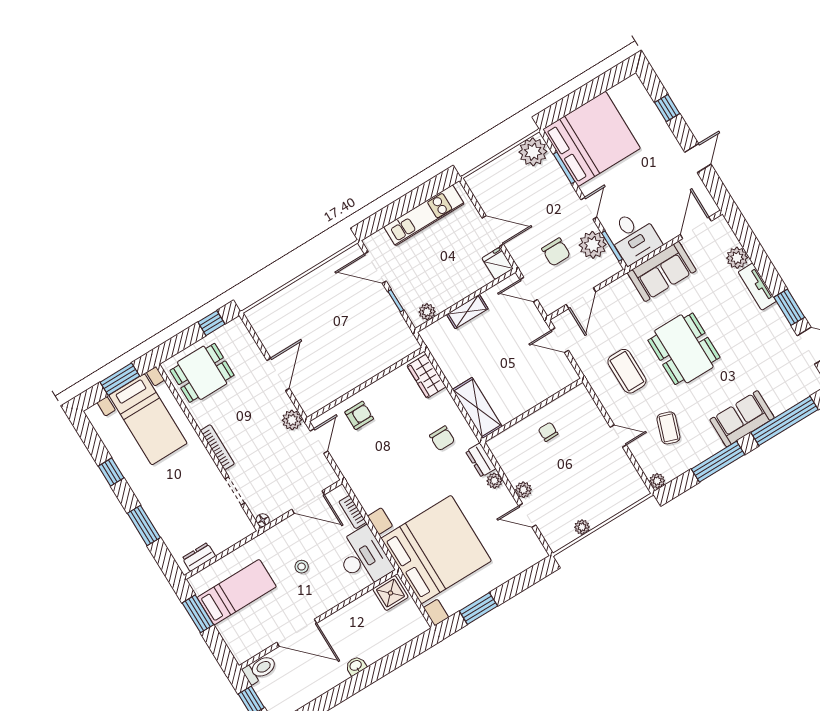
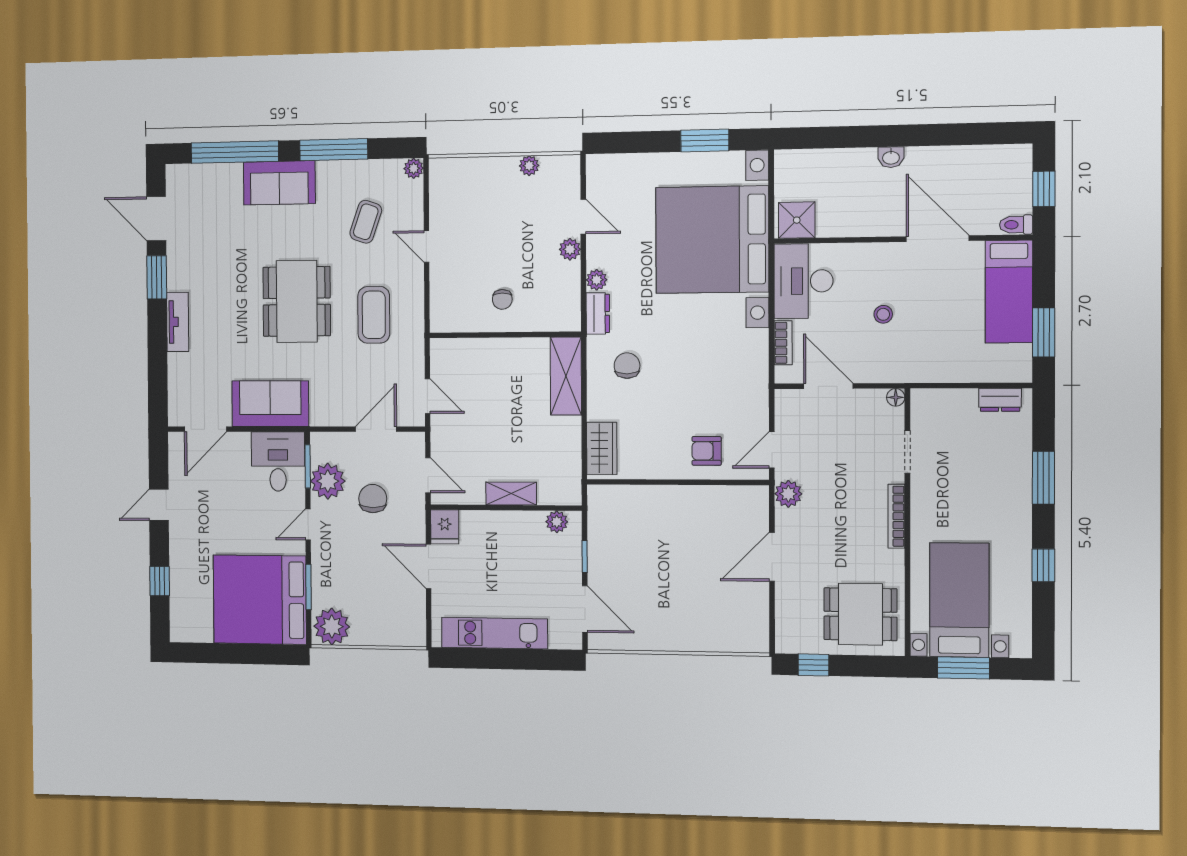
plant: (737, 258) -> (181, 368), removed
bed: (237, 592) -> (1009, 292), moved, turned -90
toilet: (260, 669) -> (1016, 225), width x0.73, depth x0.72

